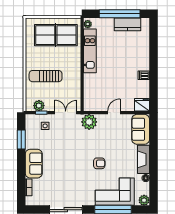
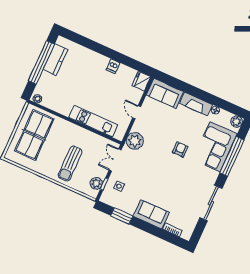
kitchen unit: (90, 51) -> (93, 121), moved

